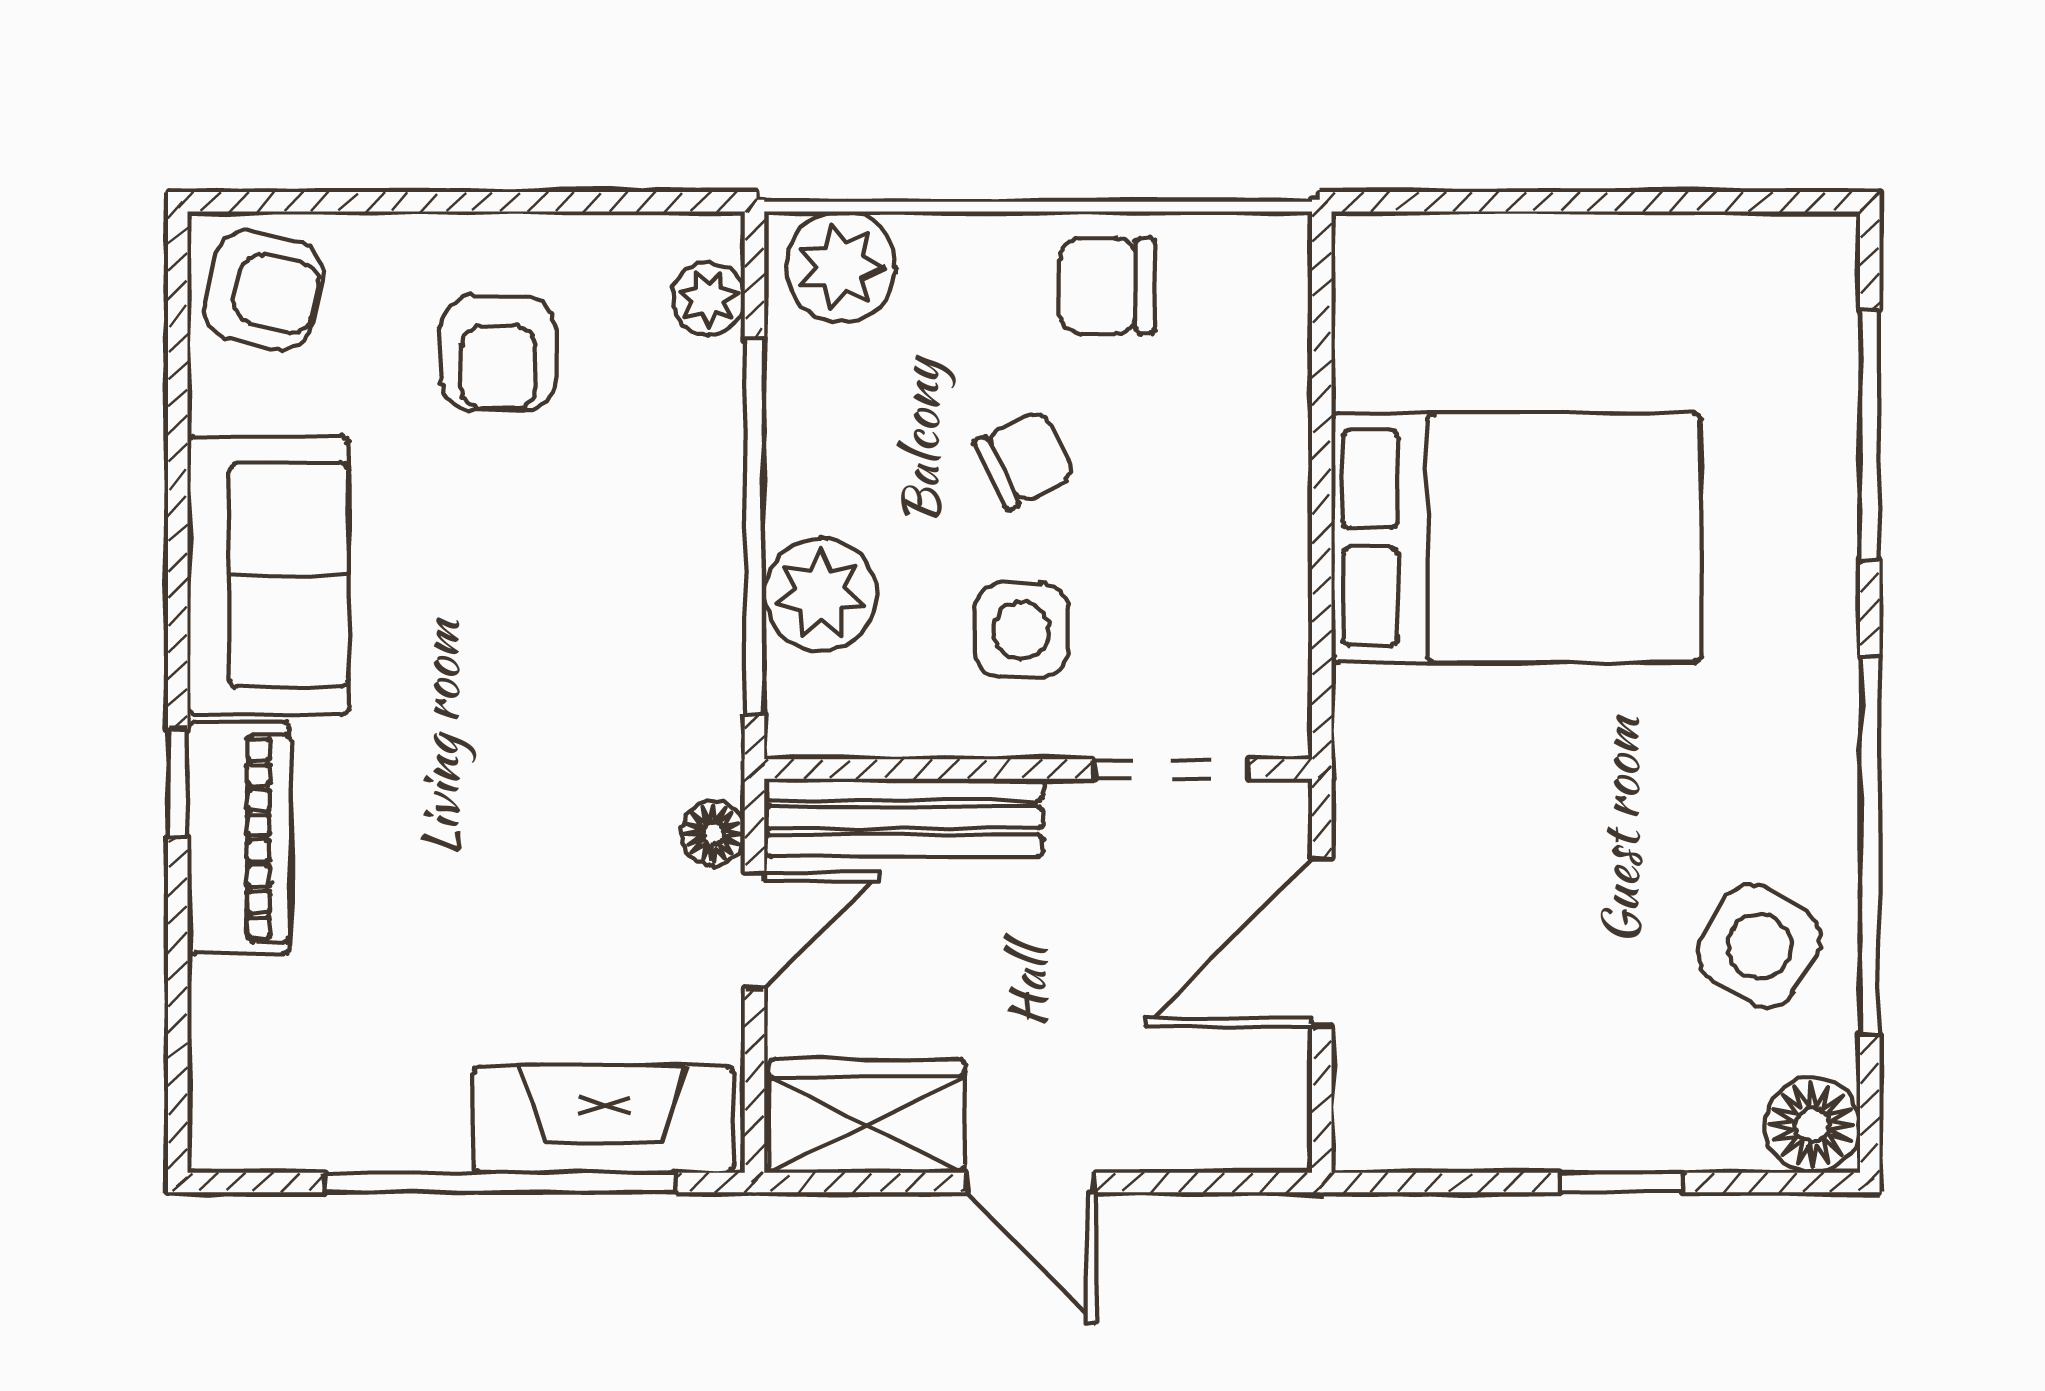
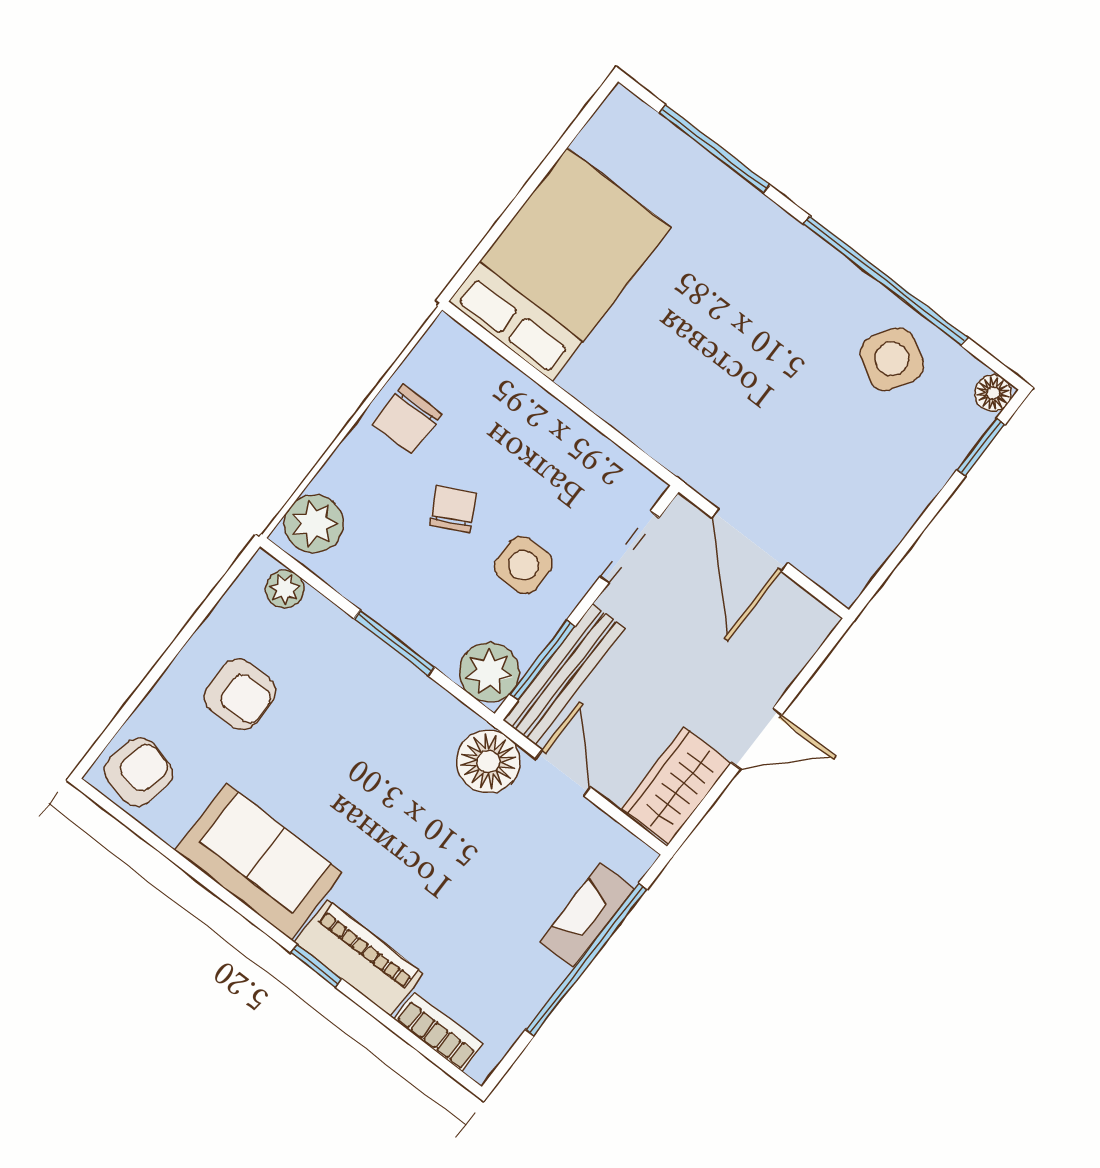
window: (754, 526) -> (394, 643), width x0.47
bed: (1516, 538) -> (560, 265), moved
plant: (821, 595) -> (489, 672), moved
window: (900, 769) -> (542, 660), added
floor lamp: (713, 833) -> (488, 762), width x1.89, depth x1.89
bookcase: (220, 1043) -> (438, 1032), added
fireplace: (603, 1119) -> (587, 915), width x0.73, depth x0.76
floor lamp: (1812, 1125) -> (993, 393), width x0.73, depth x0.73
window: (1622, 1182) -> (981, 447), moved

